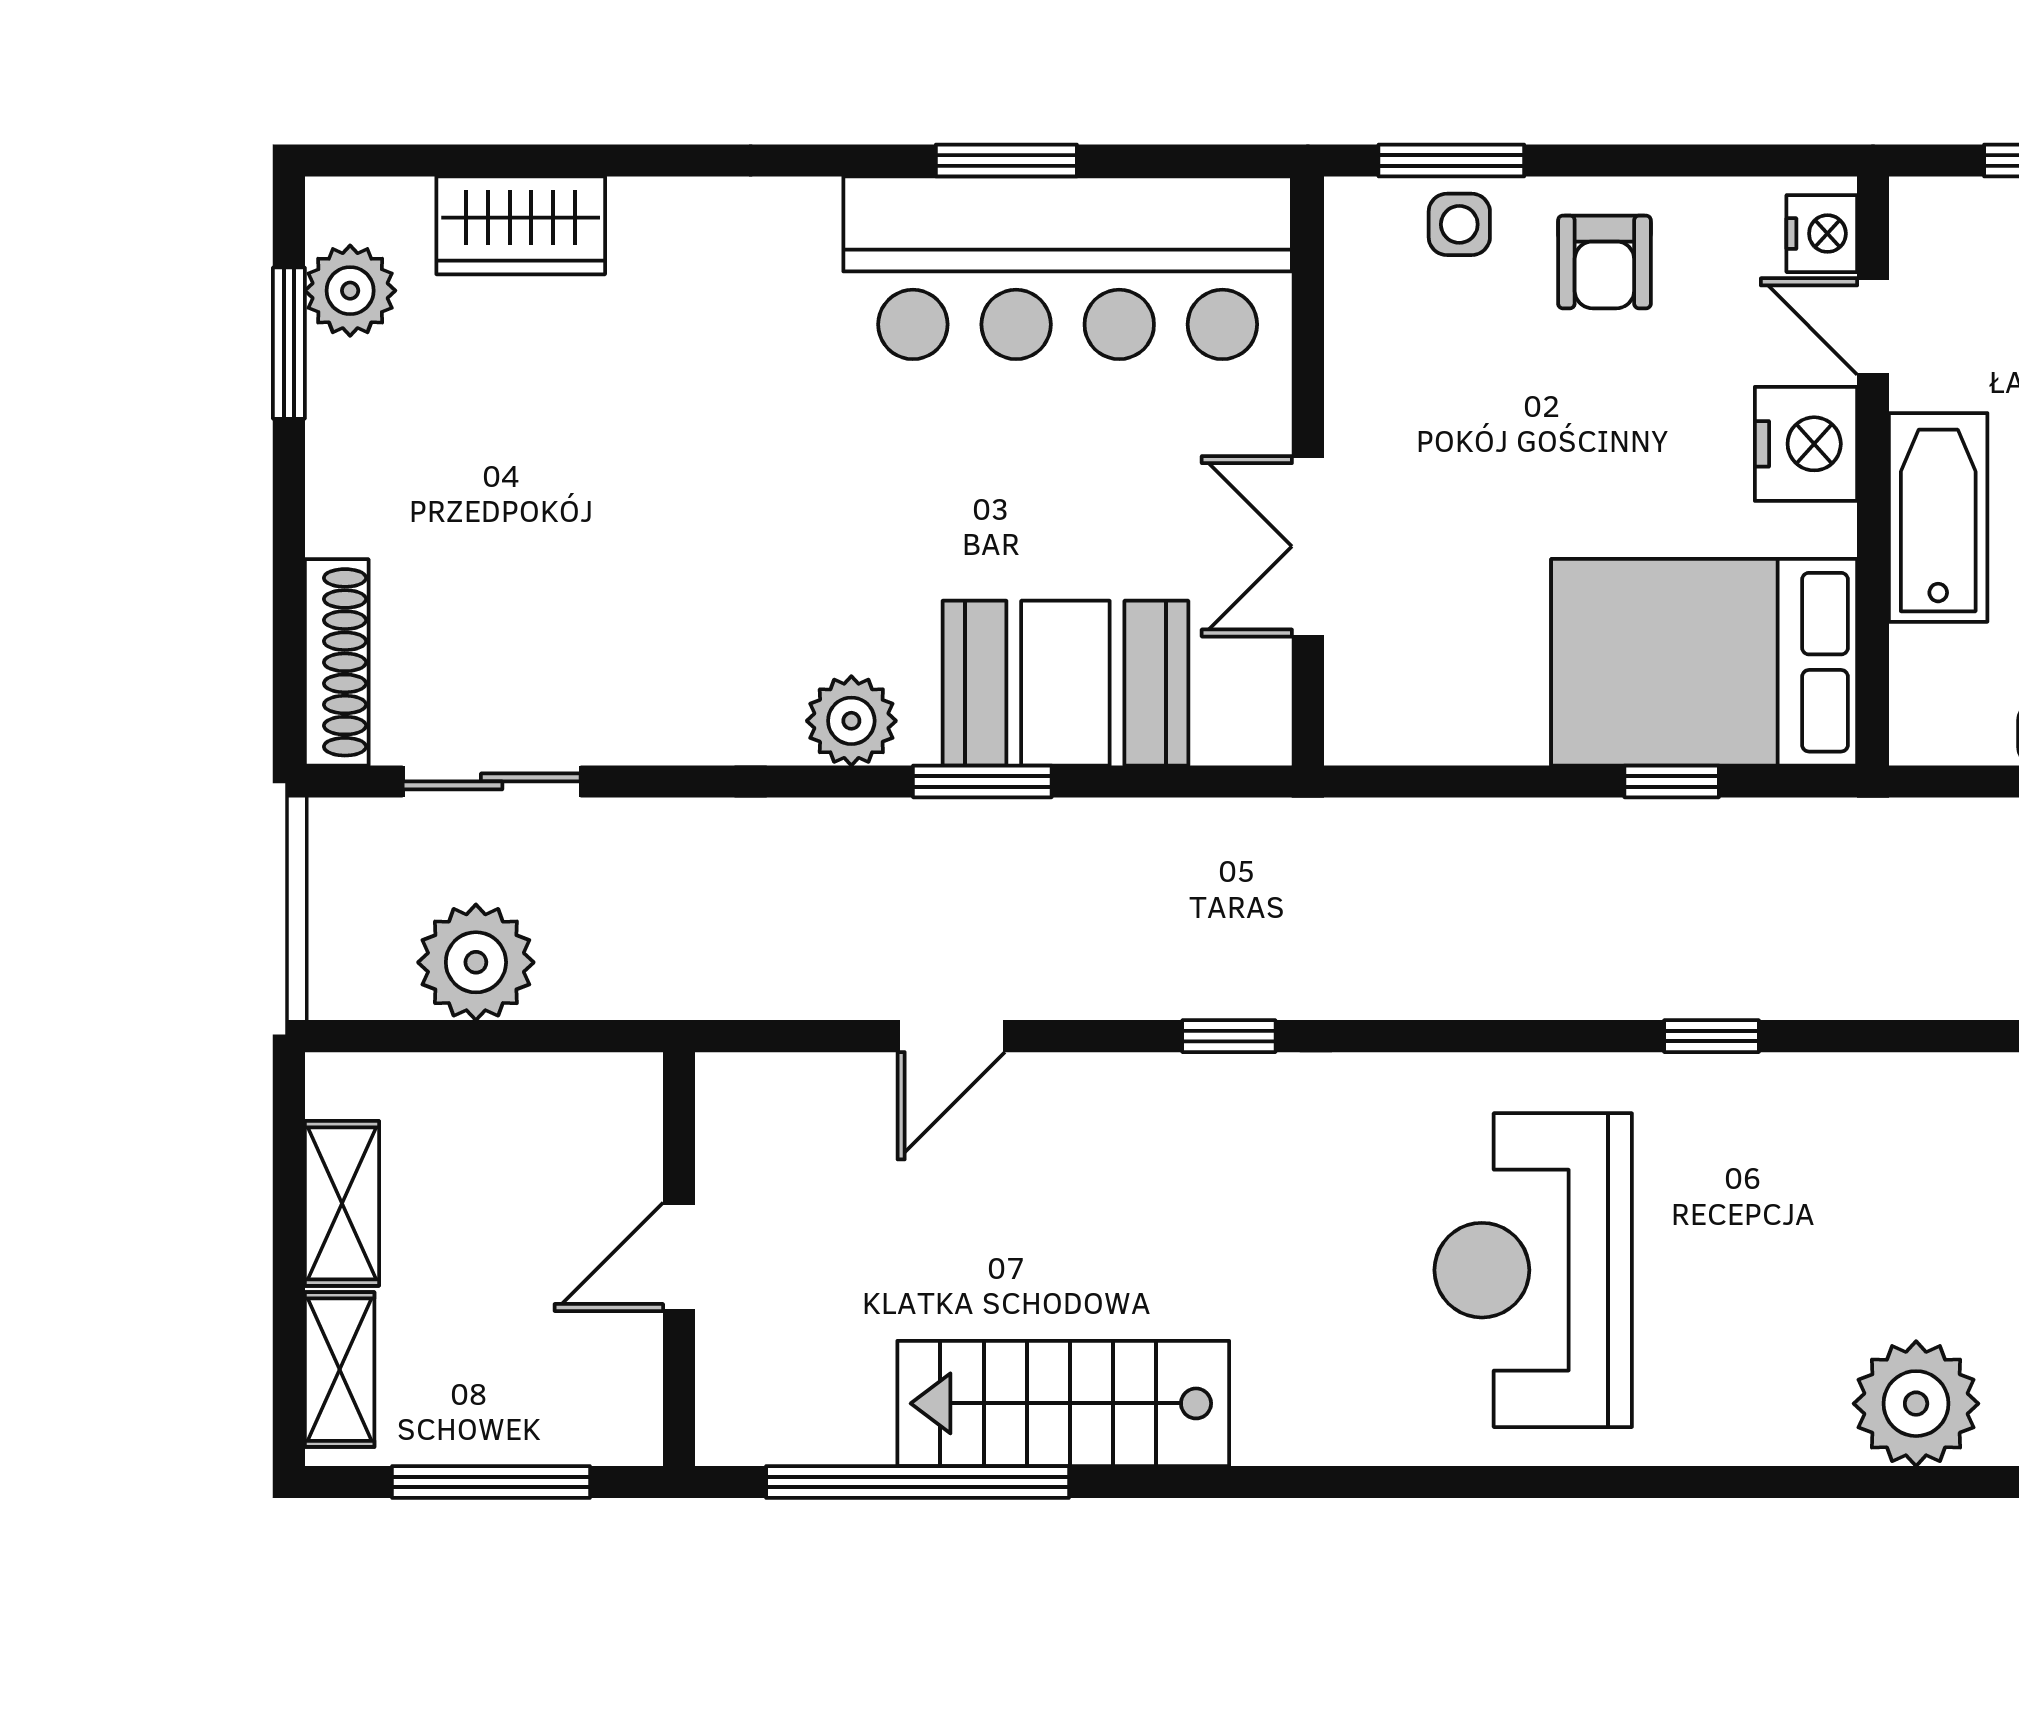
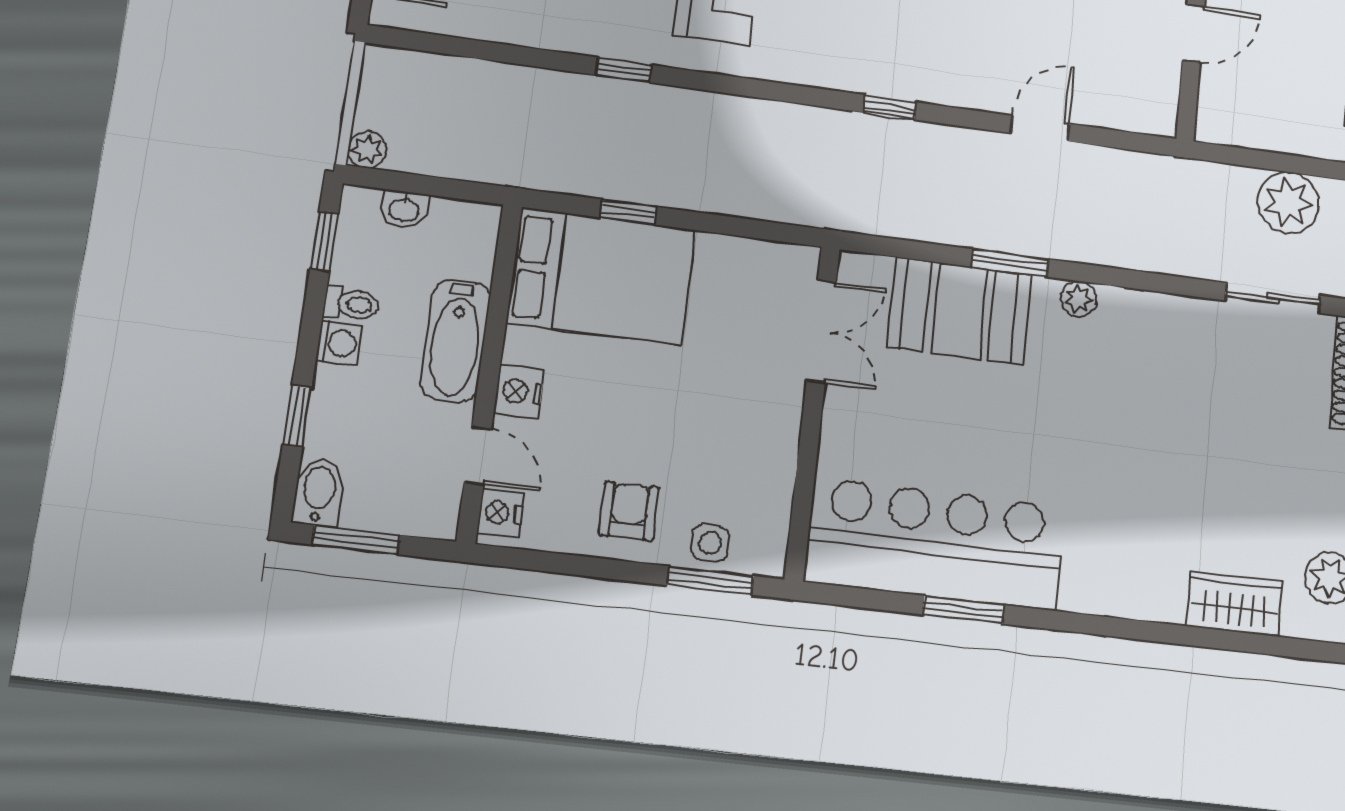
nightstand: (1806, 444) -> (519, 391), width x0.74, depth x0.75
double door: (1308, 546) -> (821, 331), moved
plant: (851, 721) -> (1078, 299), width x0.73, depth x0.73

